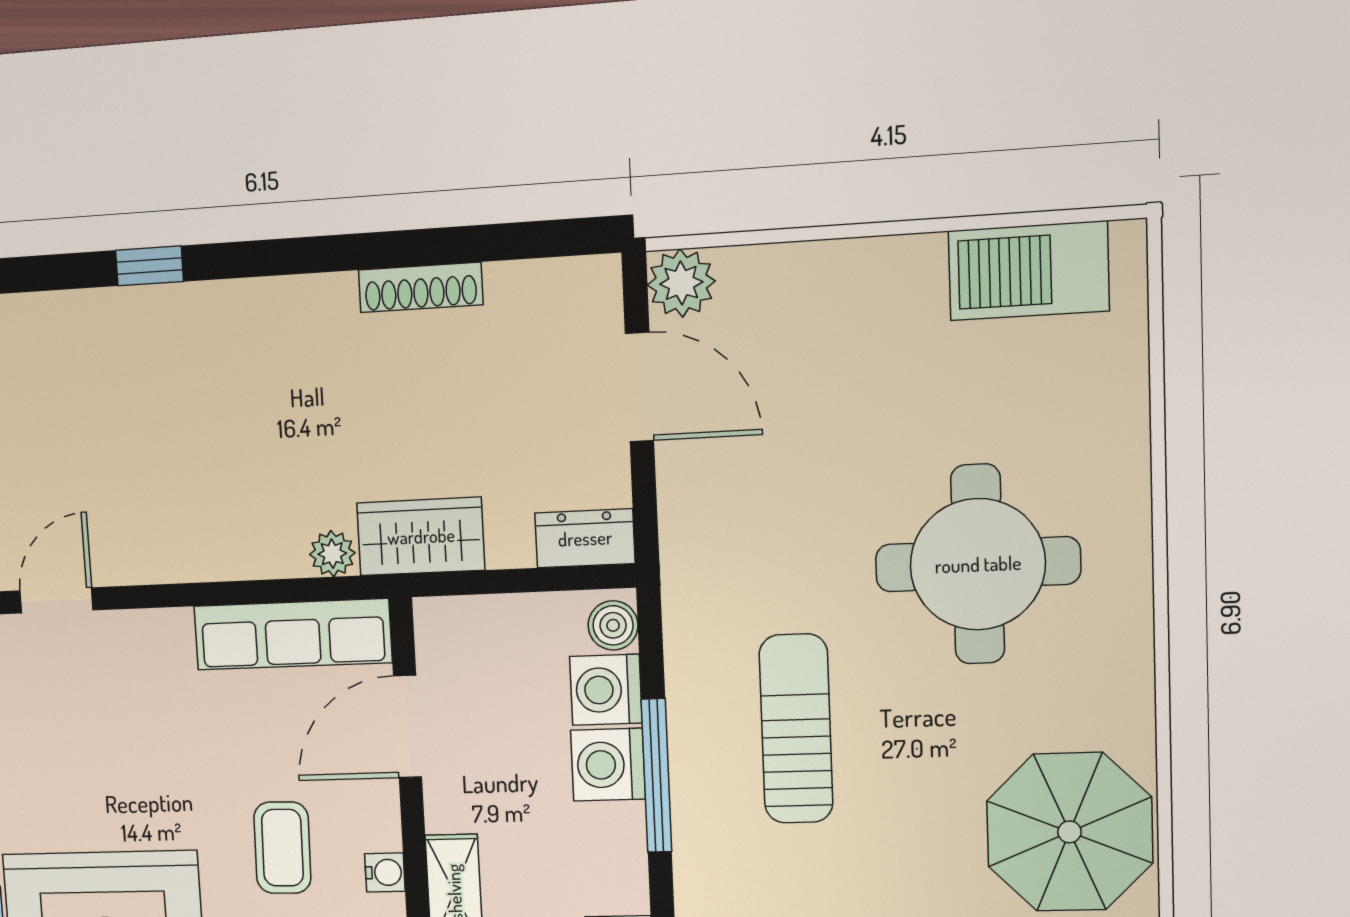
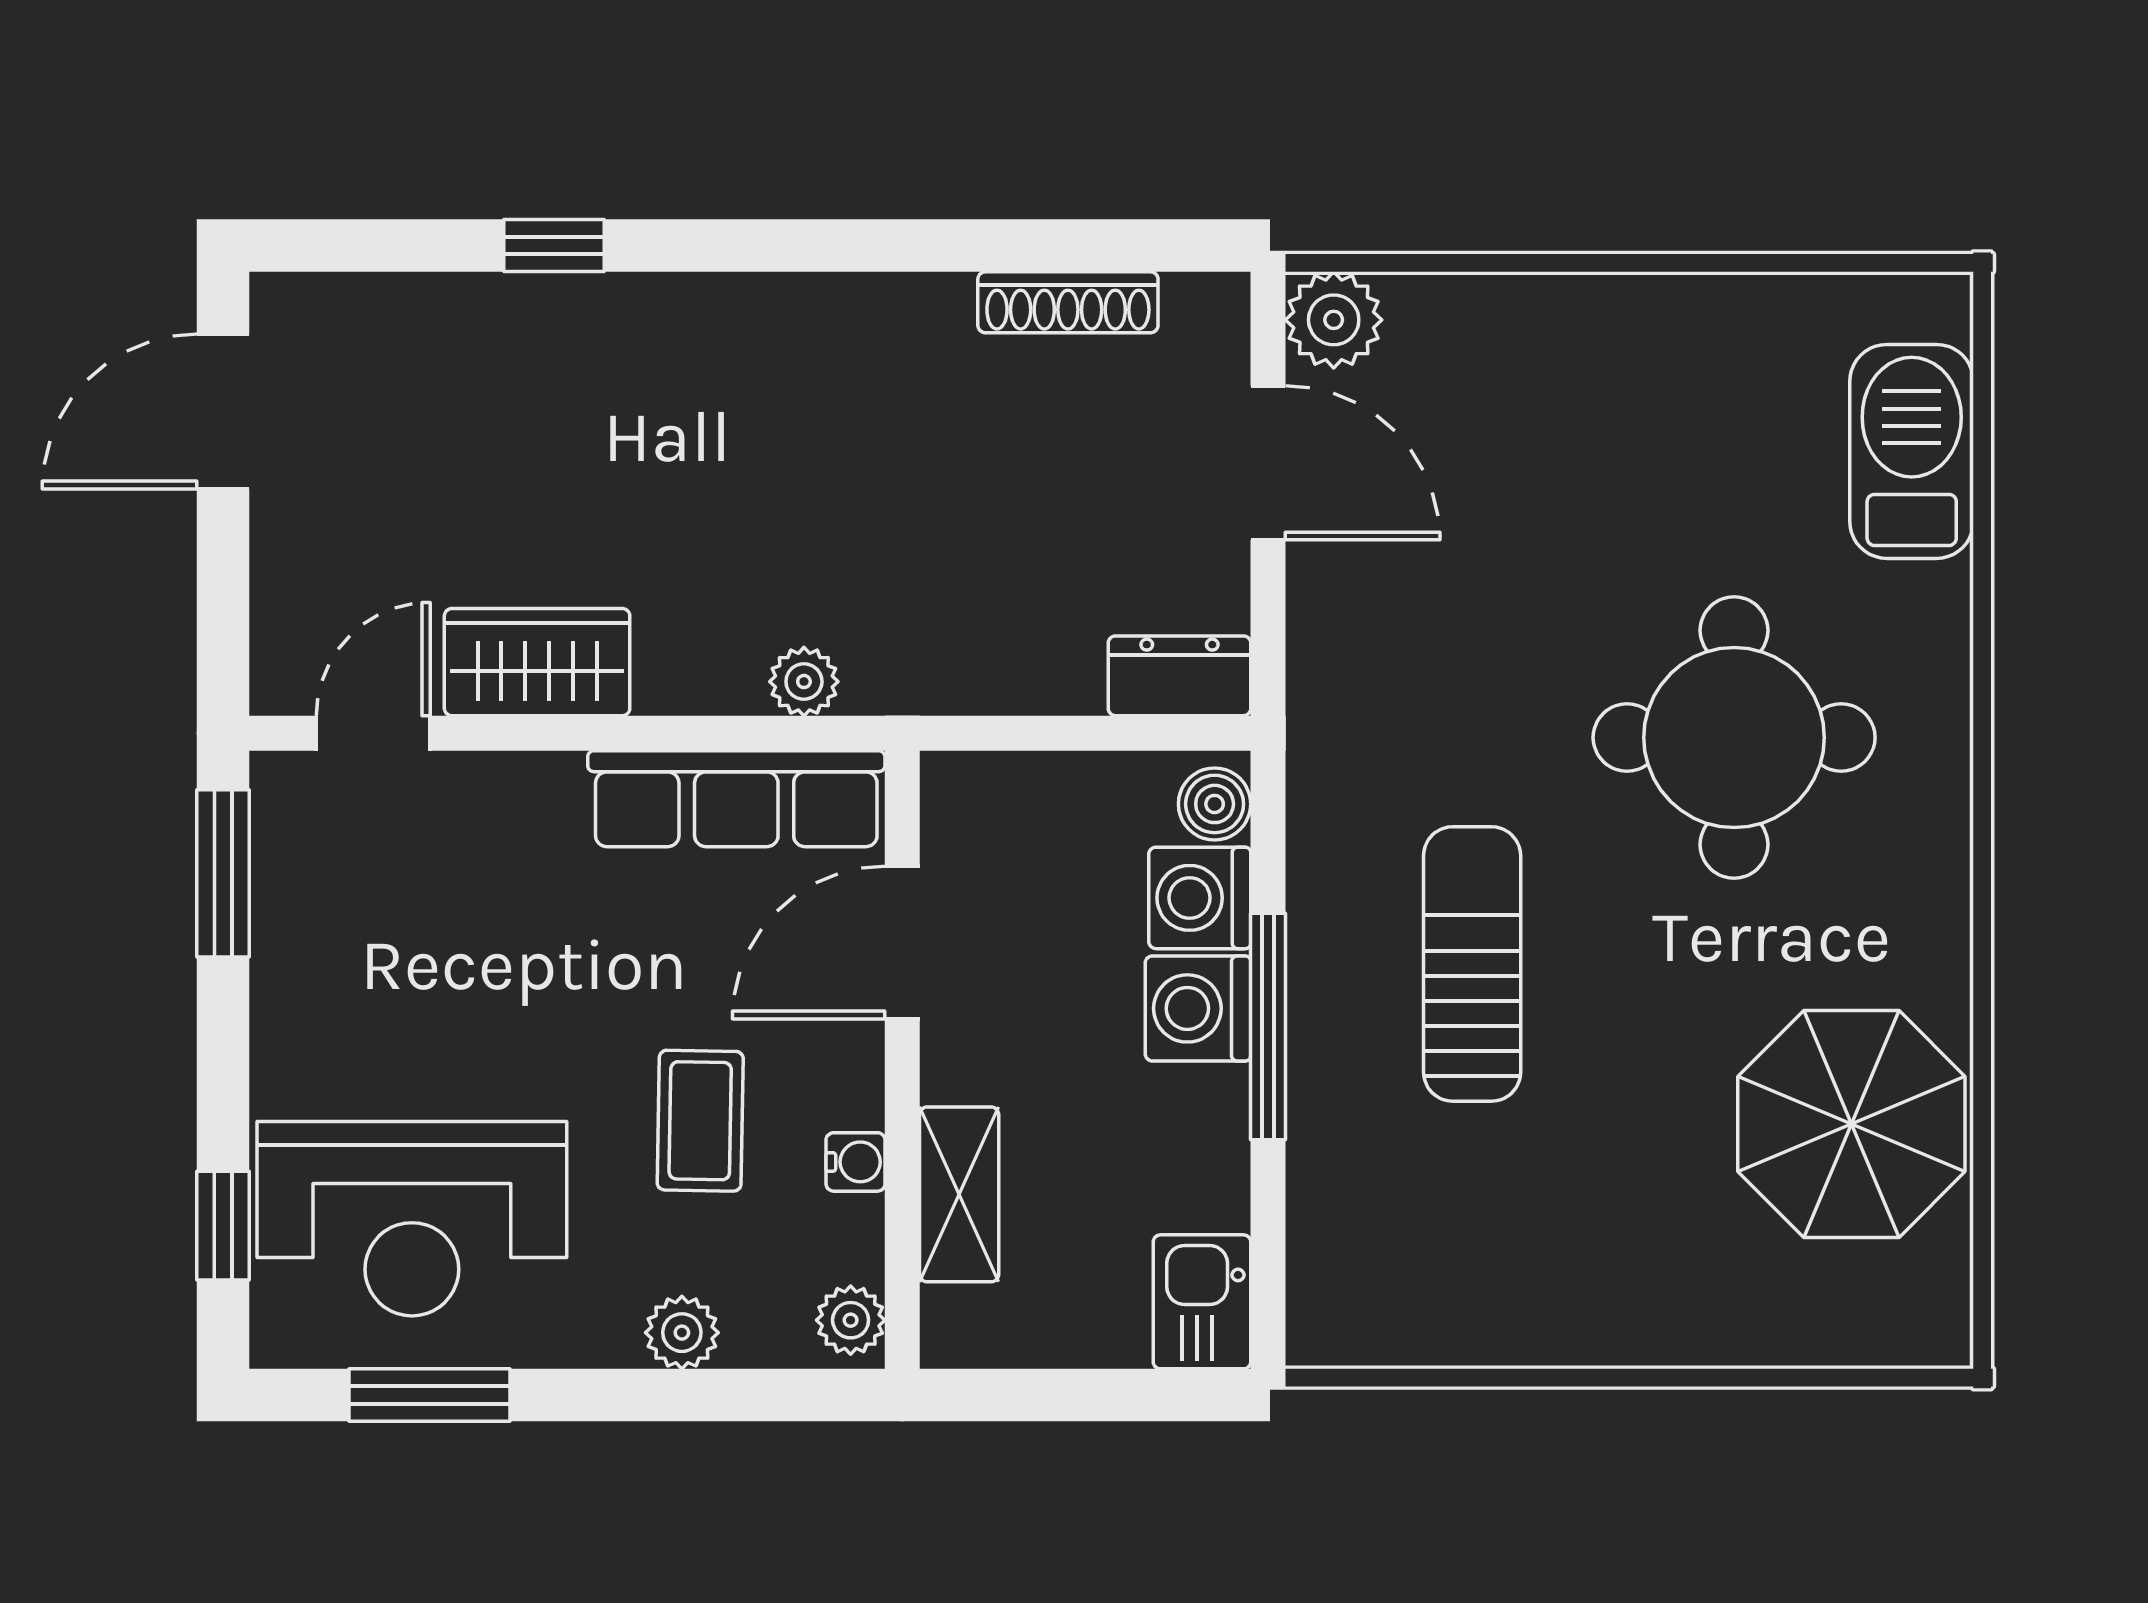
barbecue: (1029, 271) -> (1912, 451), moved, turned 90
shoe rack: (421, 287) -> (1068, 302), moved
wardrobe: (421, 536) -> (537, 662), moved

